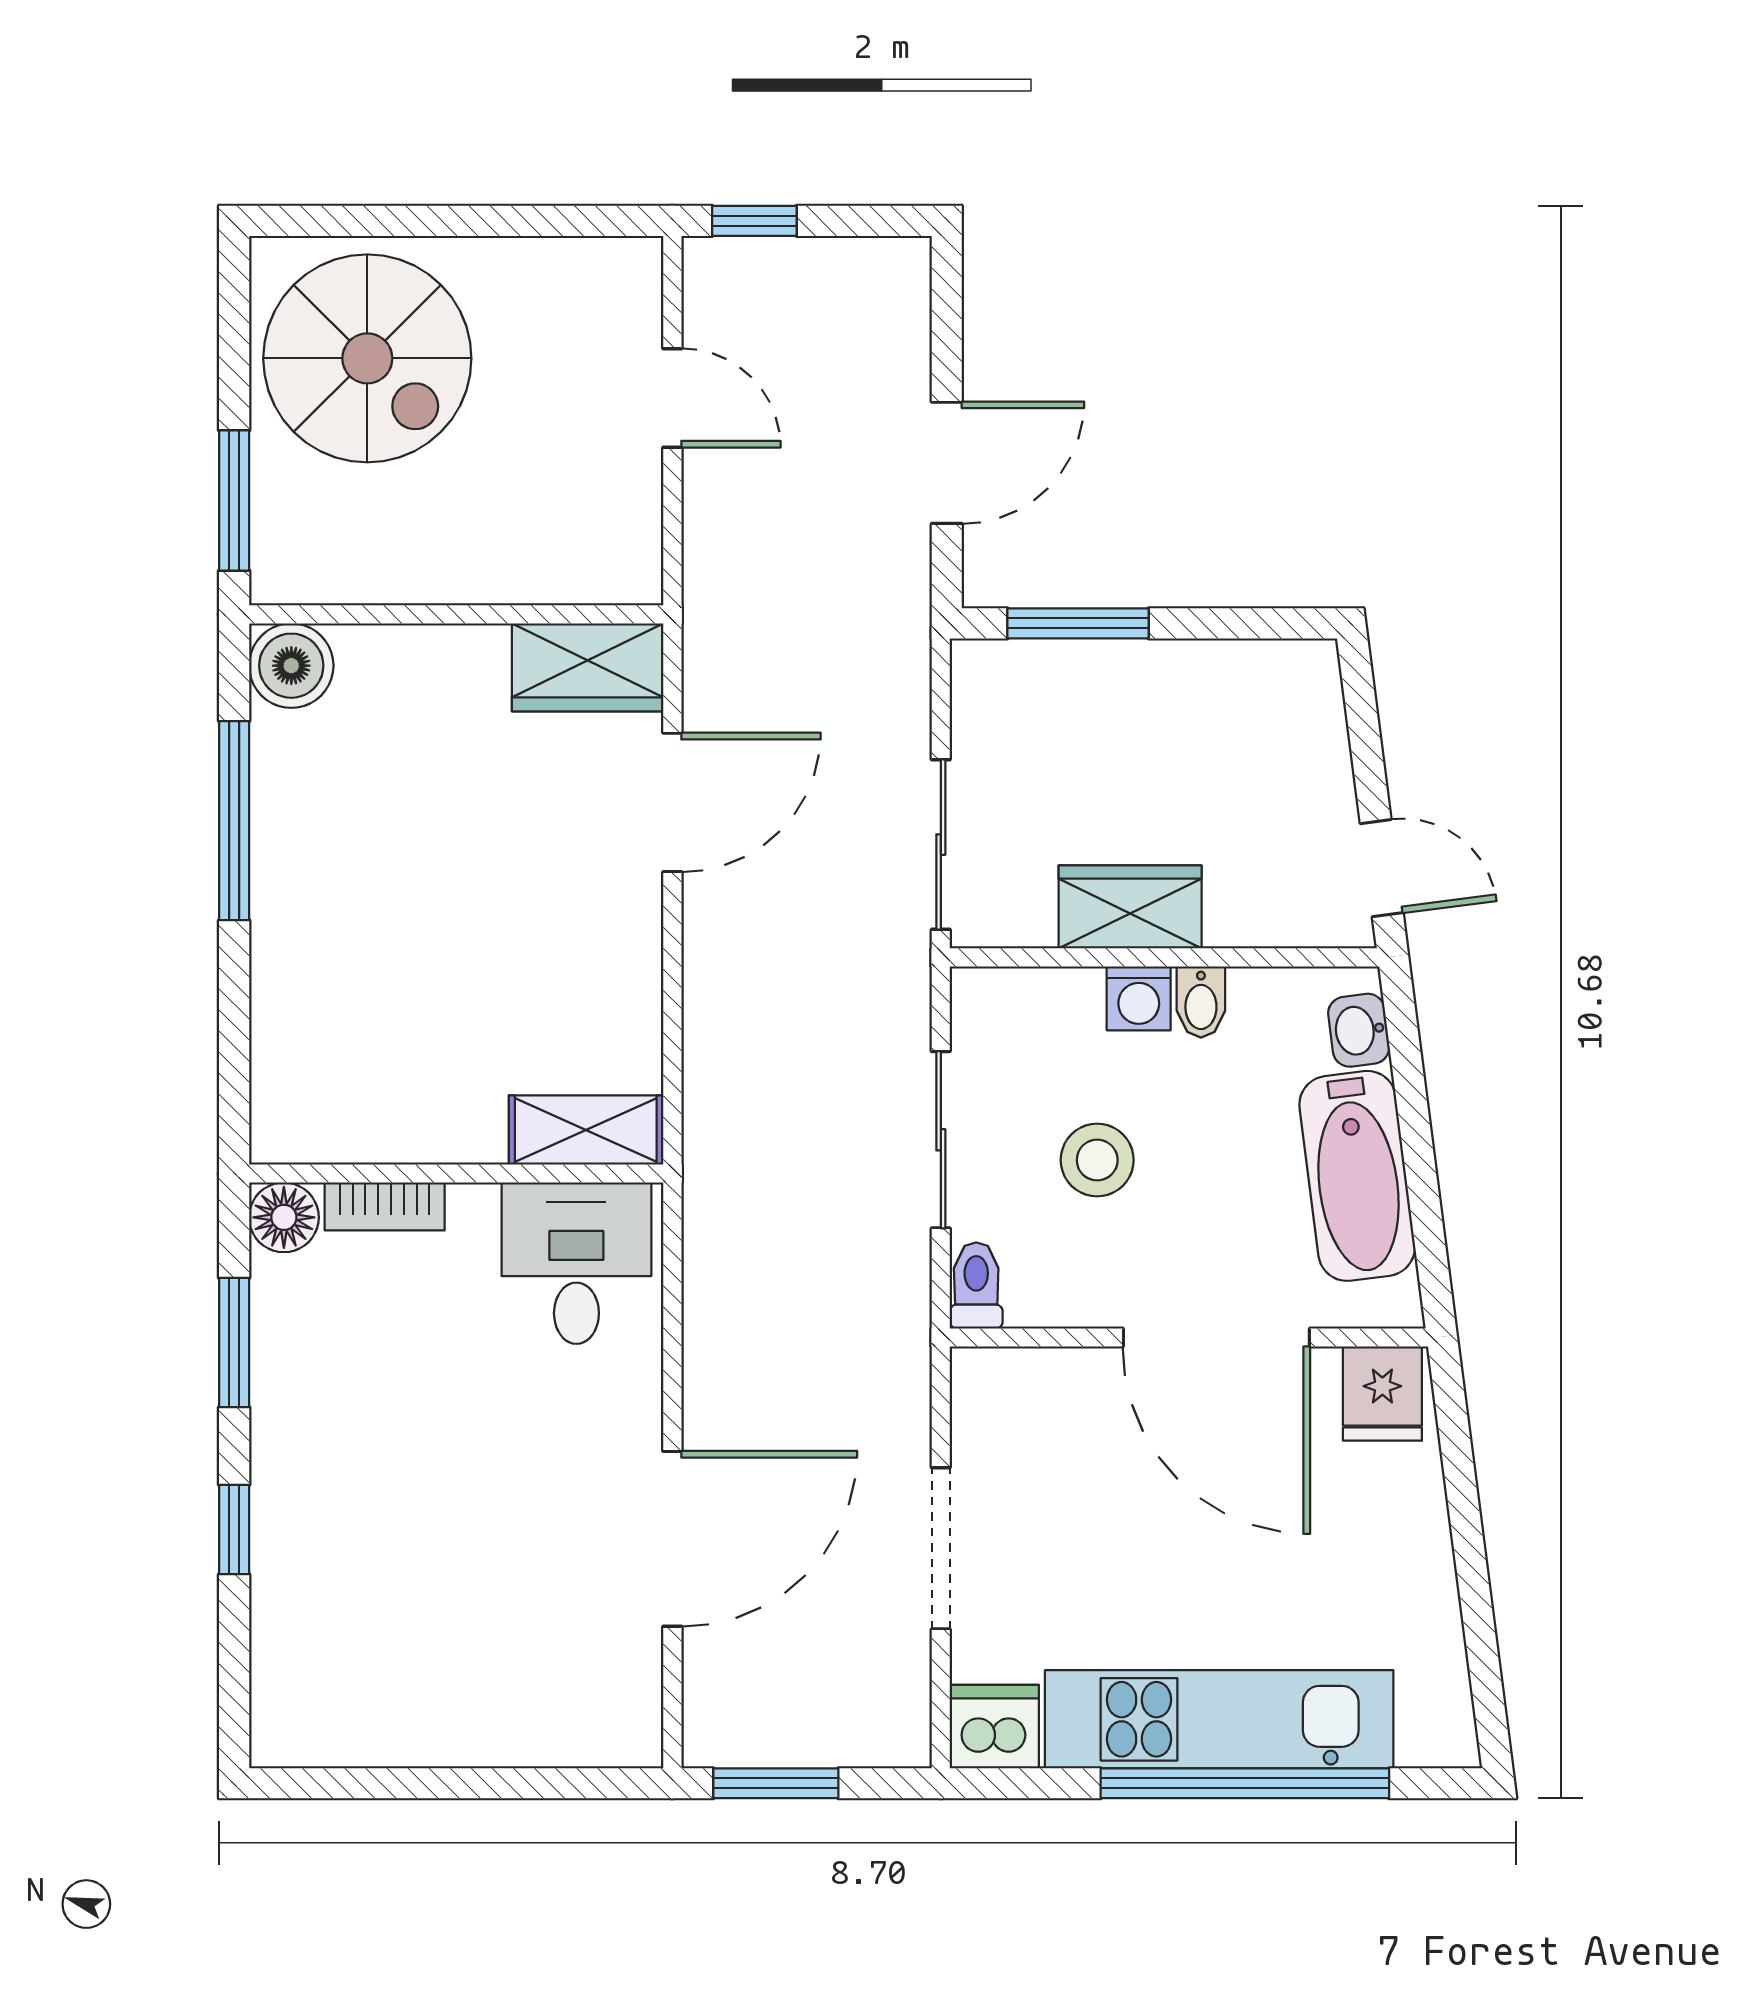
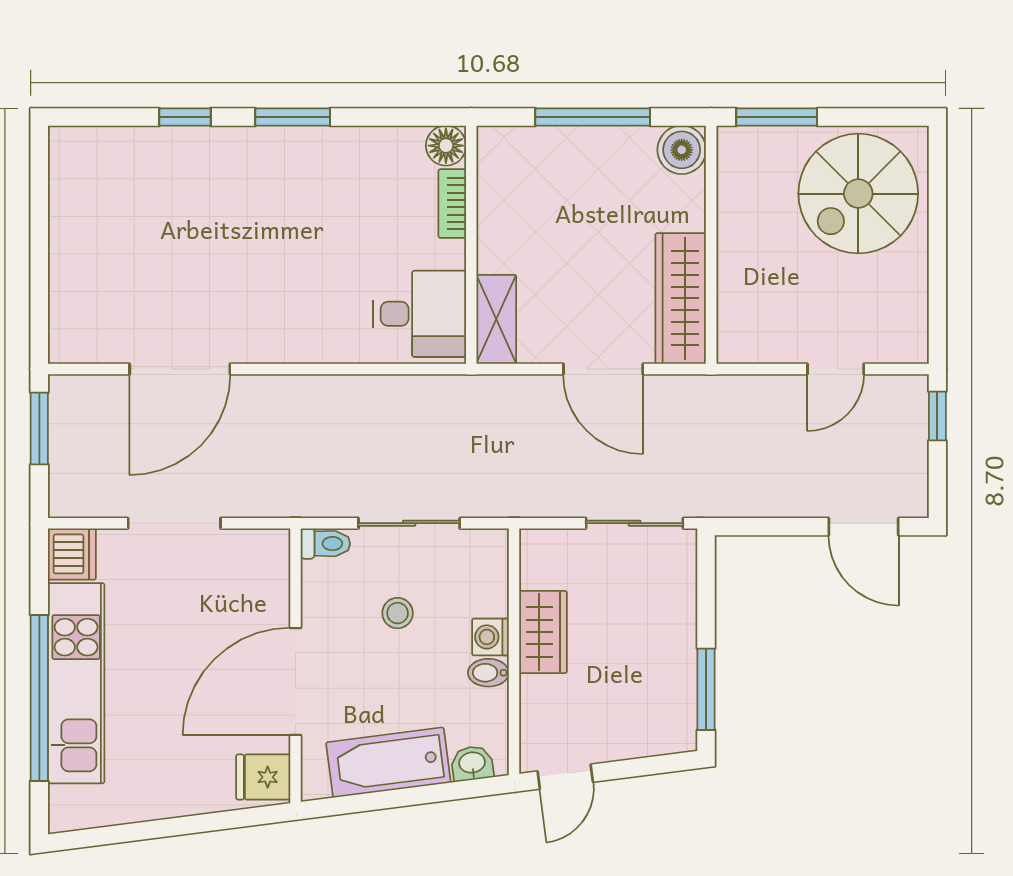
door: (947, 463) -> (864, 527), moved
window: (1078, 623) -> (706, 689), moved
wardrobe: (588, 667) -> (681, 298), width x1.50
sliding door: (941, 845) -> (635, 523), moved
shelving: (586, 1130) -> (496, 319), moved
stool: (1097, 1160) -> (398, 613), width x0.73, depth x0.73
wall: (456, 1174) -> (471, 245), moved
bookcase: (385, 1206) -> (452, 204), moved
floor lamp: (284, 1217) -> (446, 146), moved
desk: (576, 1263) -> (420, 314), moved
door: (672, 1539) -> (180, 369), hinge flipped

